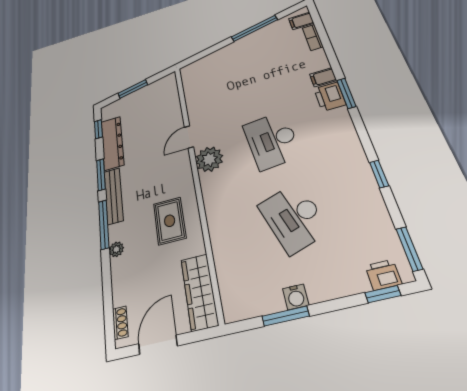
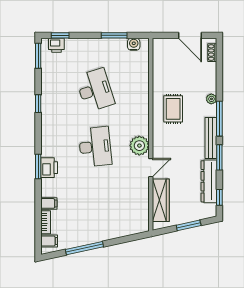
filing cabinet: (323, 77) -> (49, 203), moved
wardrobe: (199, 292) -> (161, 200), moved
water cooler: (296, 297) -> (134, 44), moved
door: (158, 345) -> (190, 35), hinge flipped

